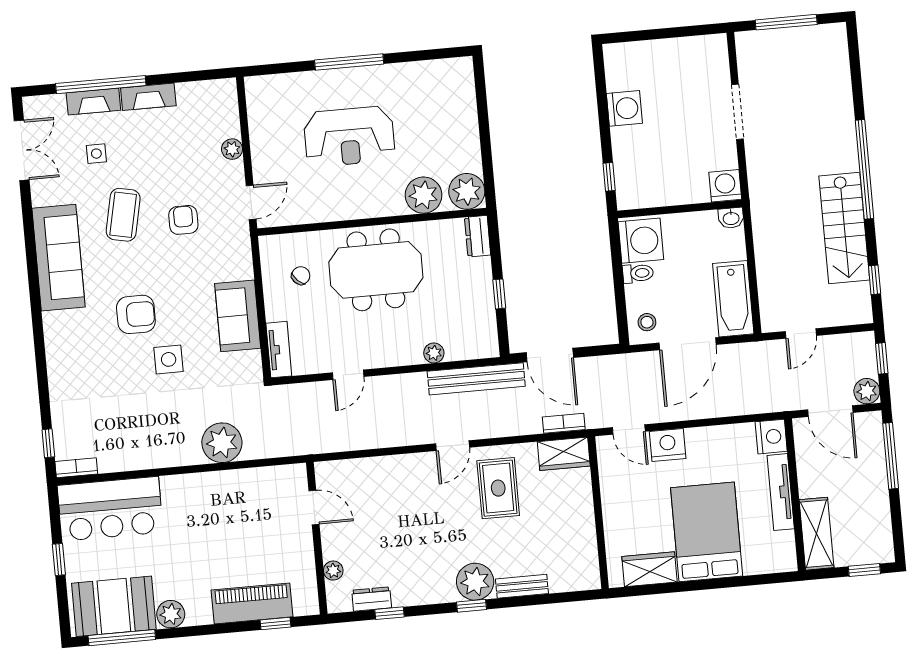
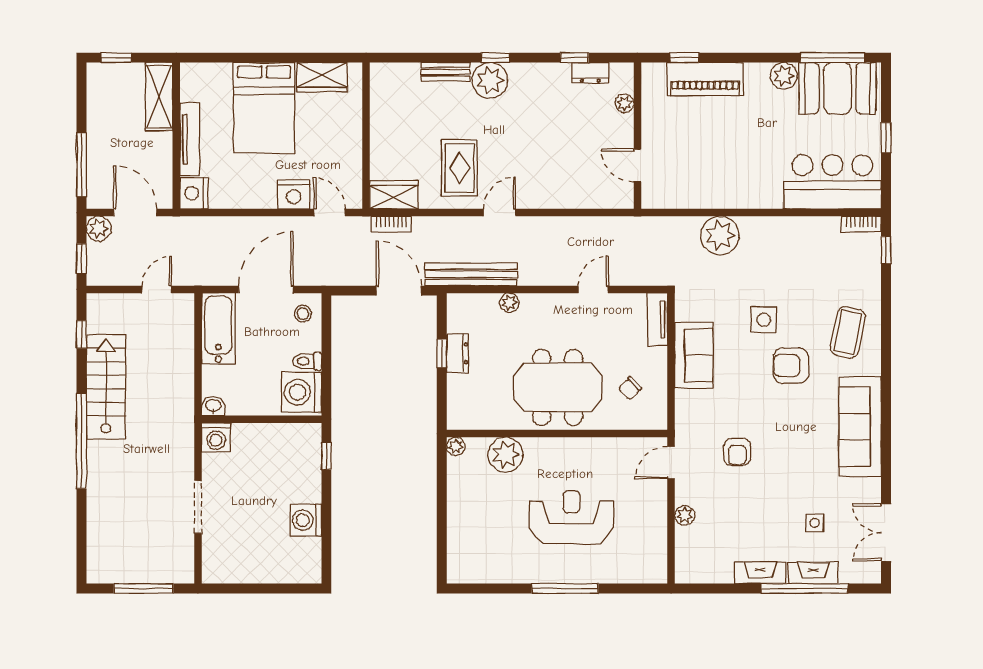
plant: (467, 191) -> (456, 446), width x0.53, depth x0.53
coffee table: (123, 215) -> (848, 332), moved
dresser: (478, 236) -> (457, 353), moved

